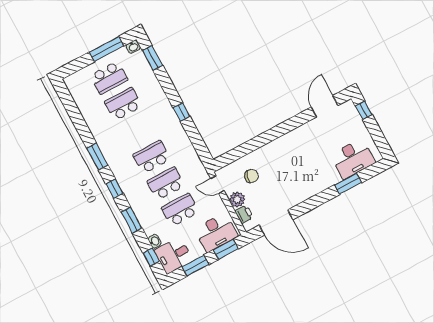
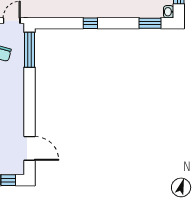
window: (235, 154) -> (30, 50), added

